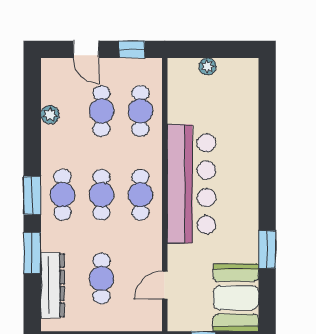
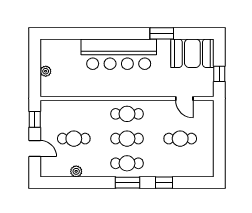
door: (86, 49) -> (35, 148), hinge flipped
cafe table: (140, 111) -> (74, 114), removed
bar counter: (191, 184) -> (119, 54), moved, turned 180
window: (32, 253) -> (164, 183), width x0.67
dresser: (52, 285) -> (185, 170), removed

